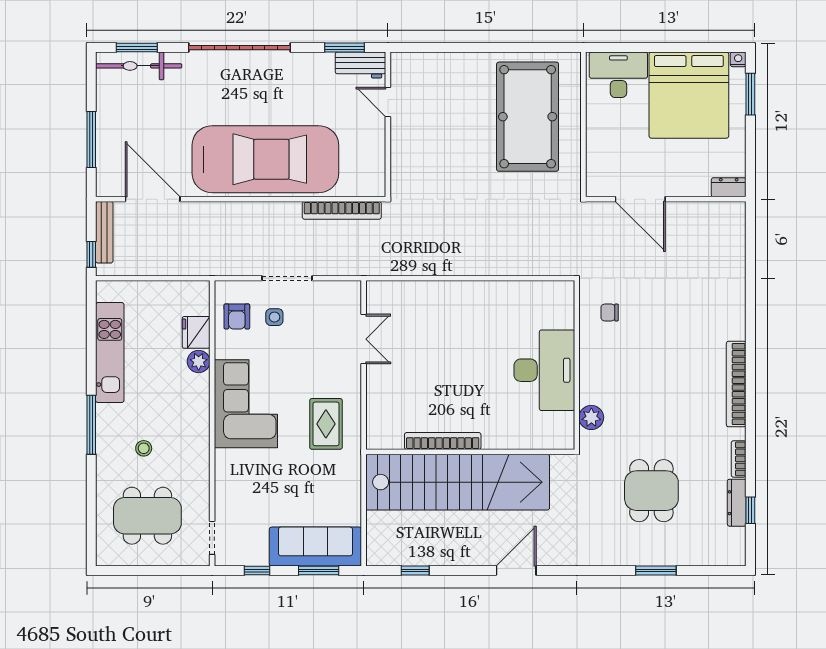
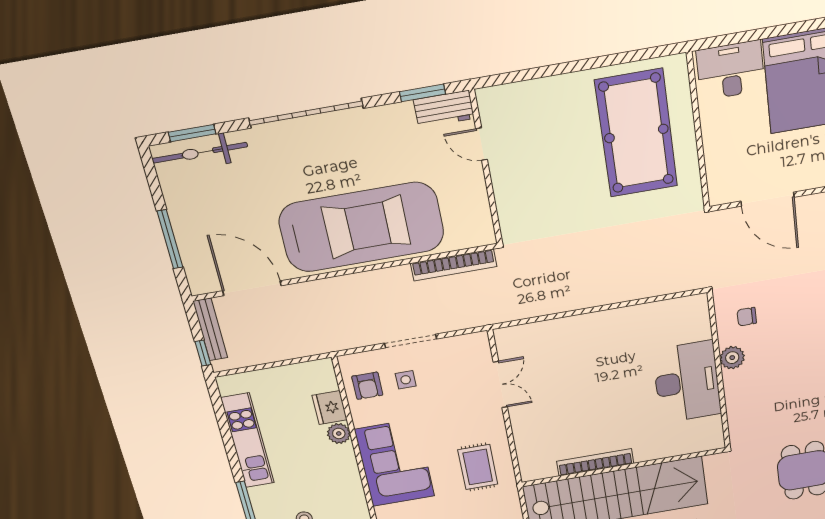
plant: (591, 417) -> (732, 358), moved

